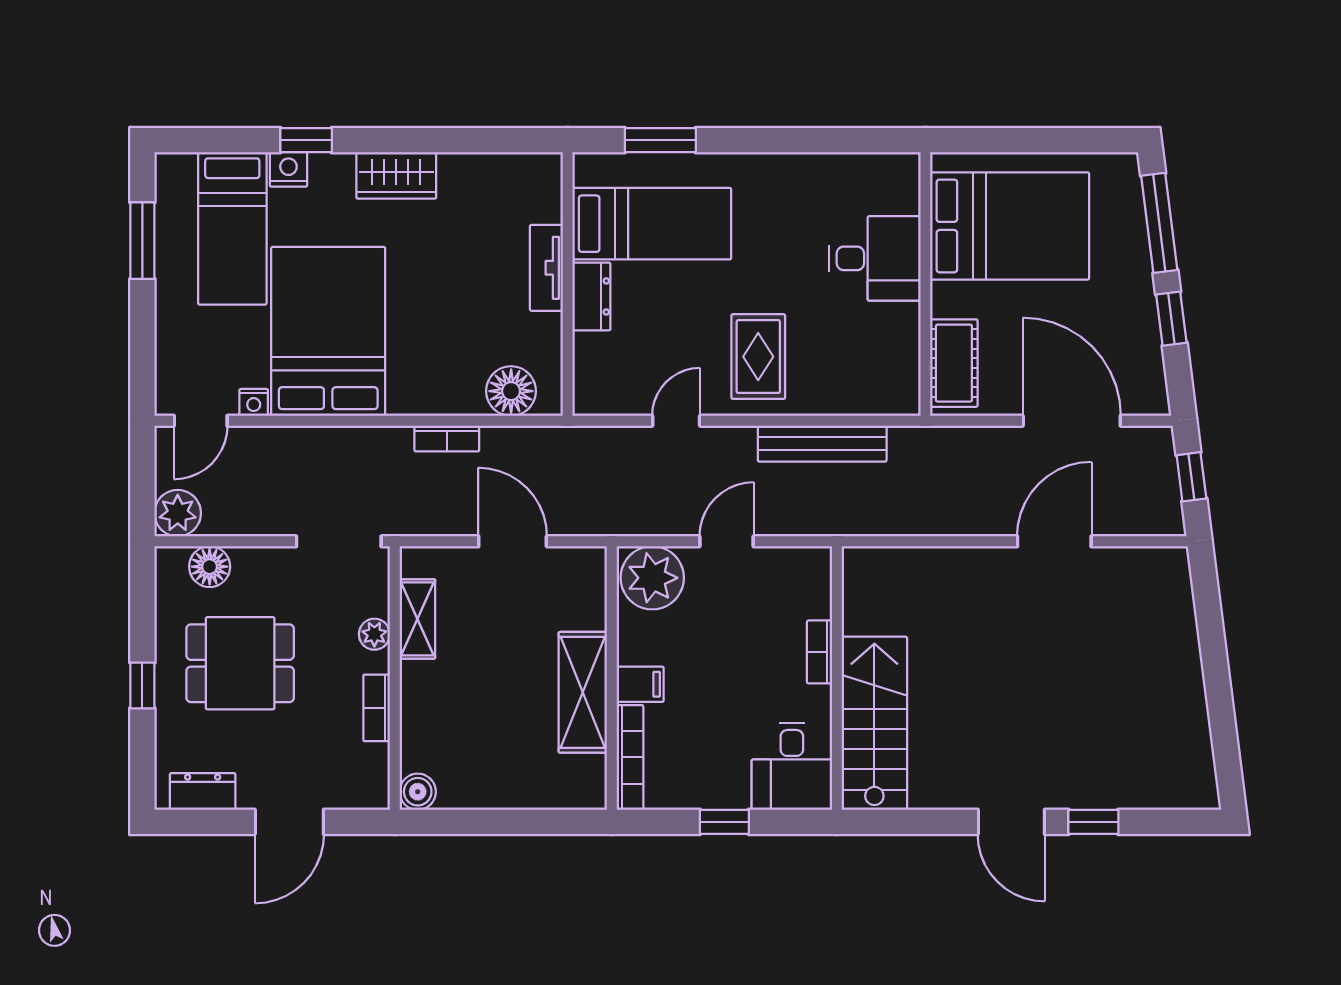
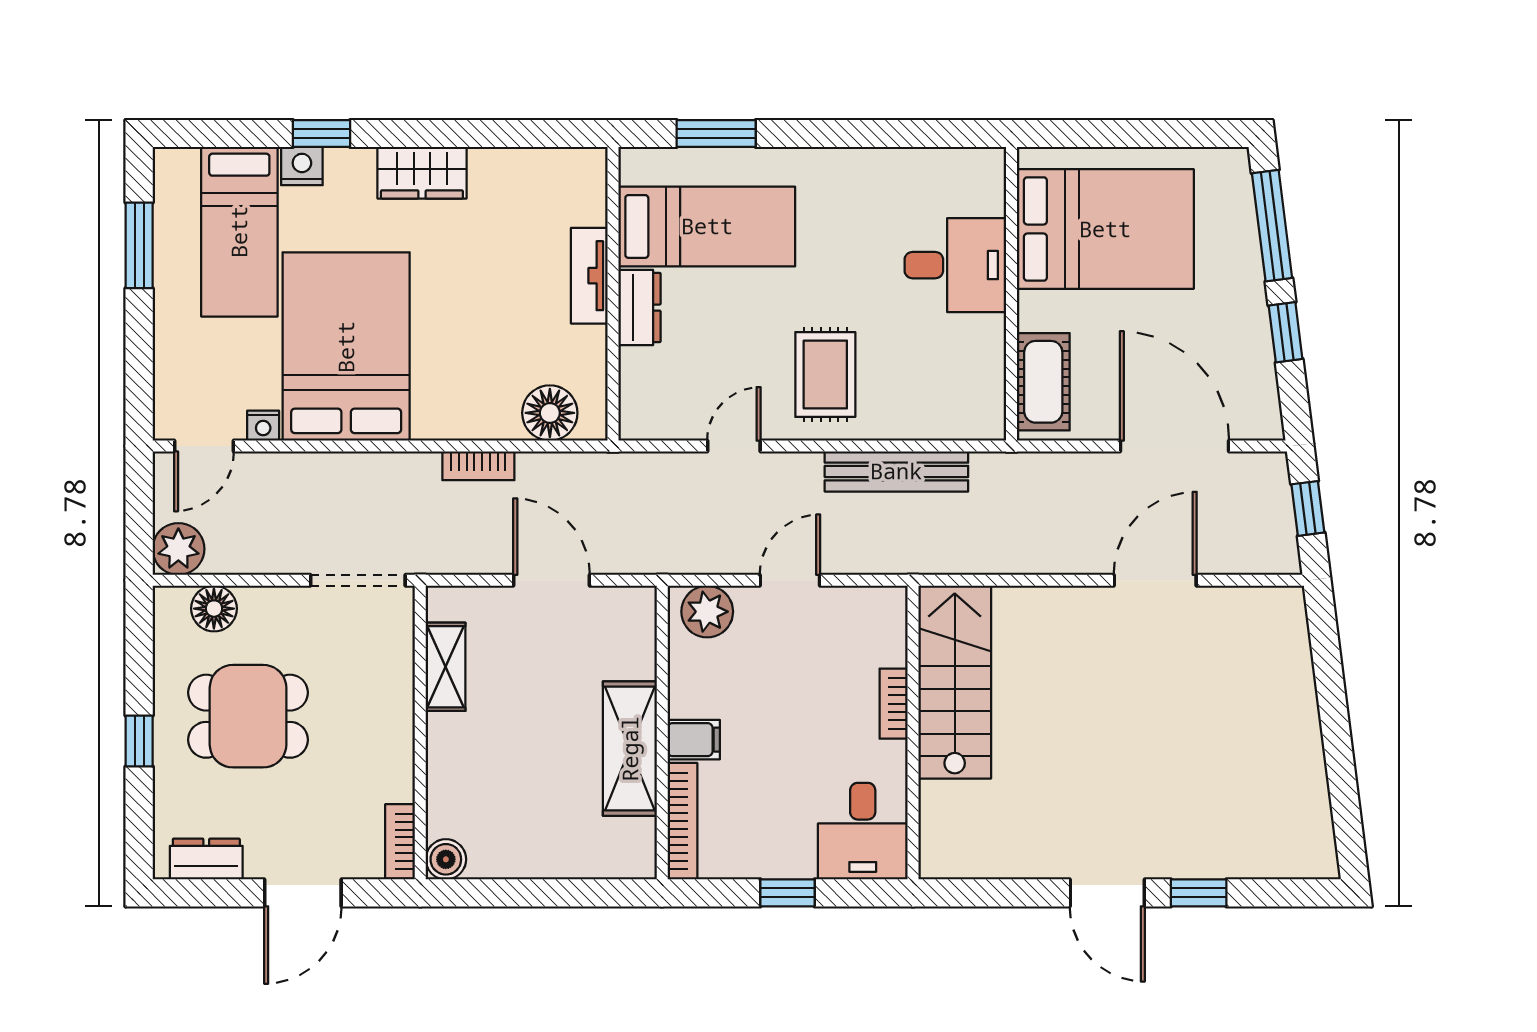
plant: (652, 578) -> (707, 612), width x0.73, depth x0.73
plant: (374, 634) -> (398, 684), removed
bookcase: (377, 708) -> (400, 841), moved
stairs: (874, 723) -> (955, 682), moved

